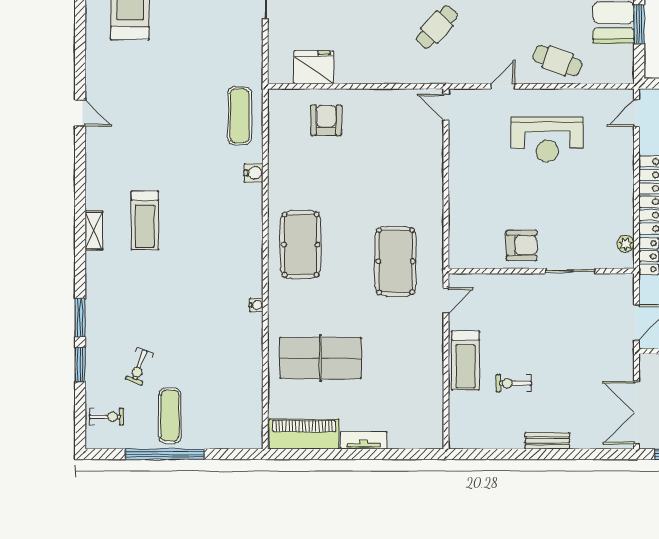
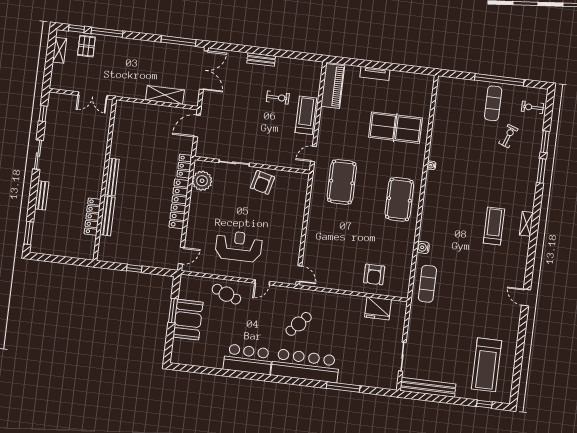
plant: (626, 244) -> (202, 181), width x1.87, depth x1.87
armchair: (522, 245) -> (263, 182), turned -76
piano: (304, 434) -> (333, 86), moved, turned -90

